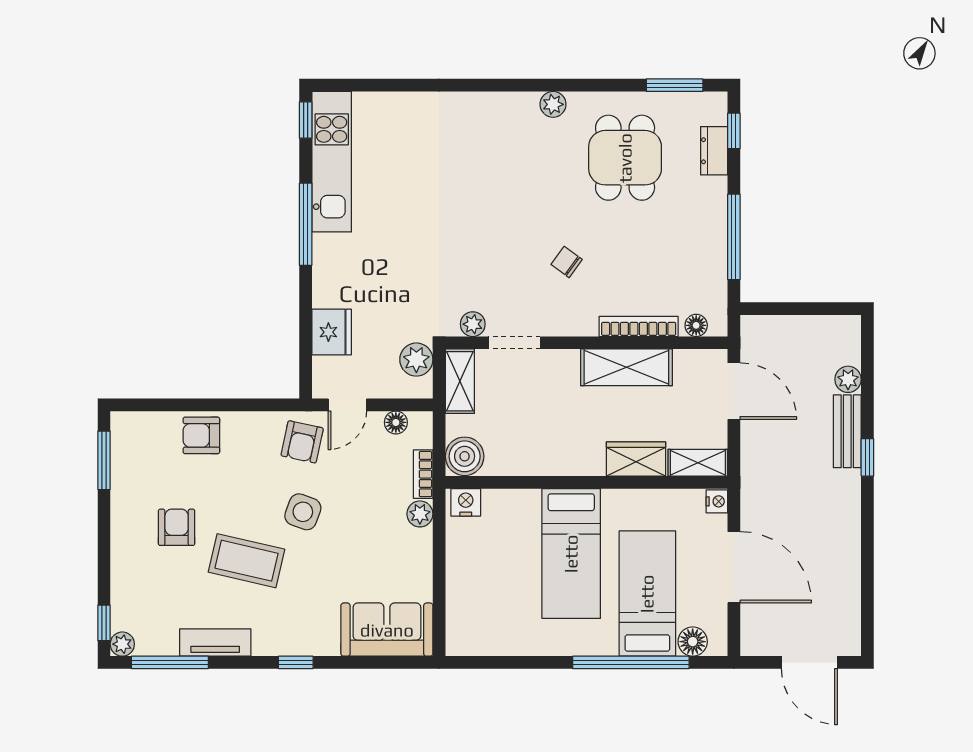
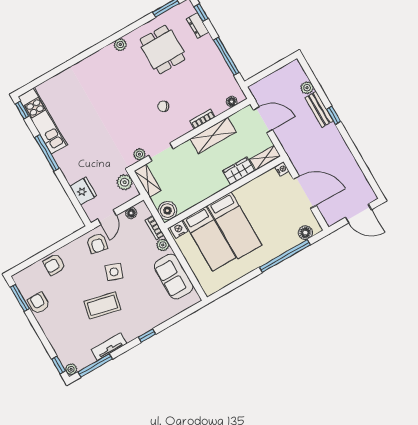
bookcase: (639, 326) -> (202, 119), width x0.64
armchair: (177, 527) -> (38, 303), moved
bed: (647, 594) -> (209, 239), moved, turned 180
sofa: (387, 630) -> (174, 277), moved, turned -90

